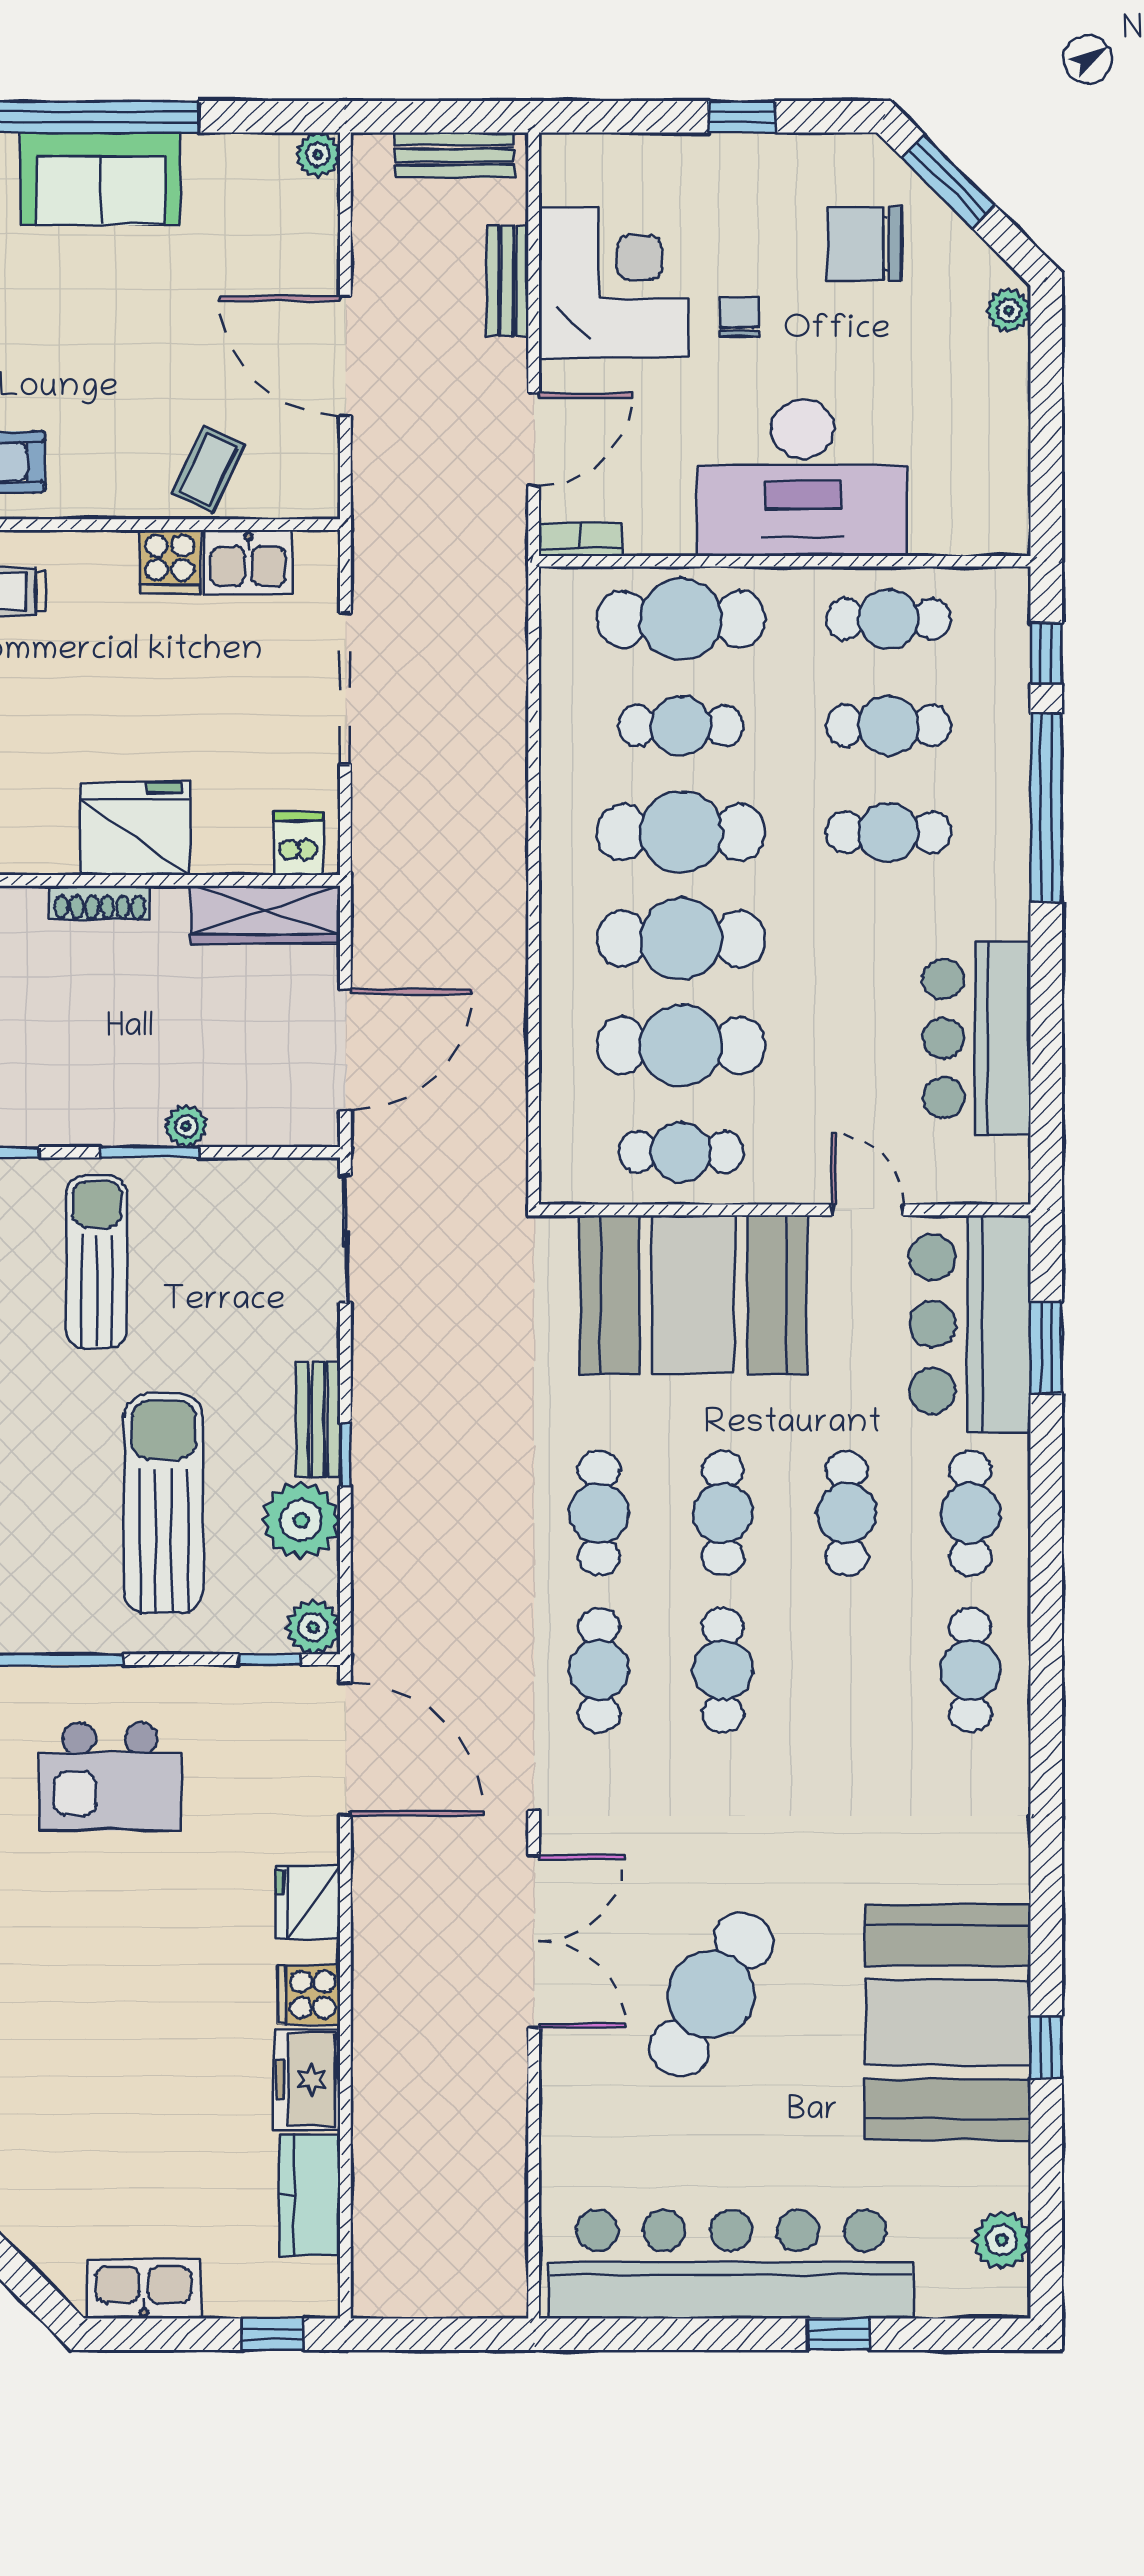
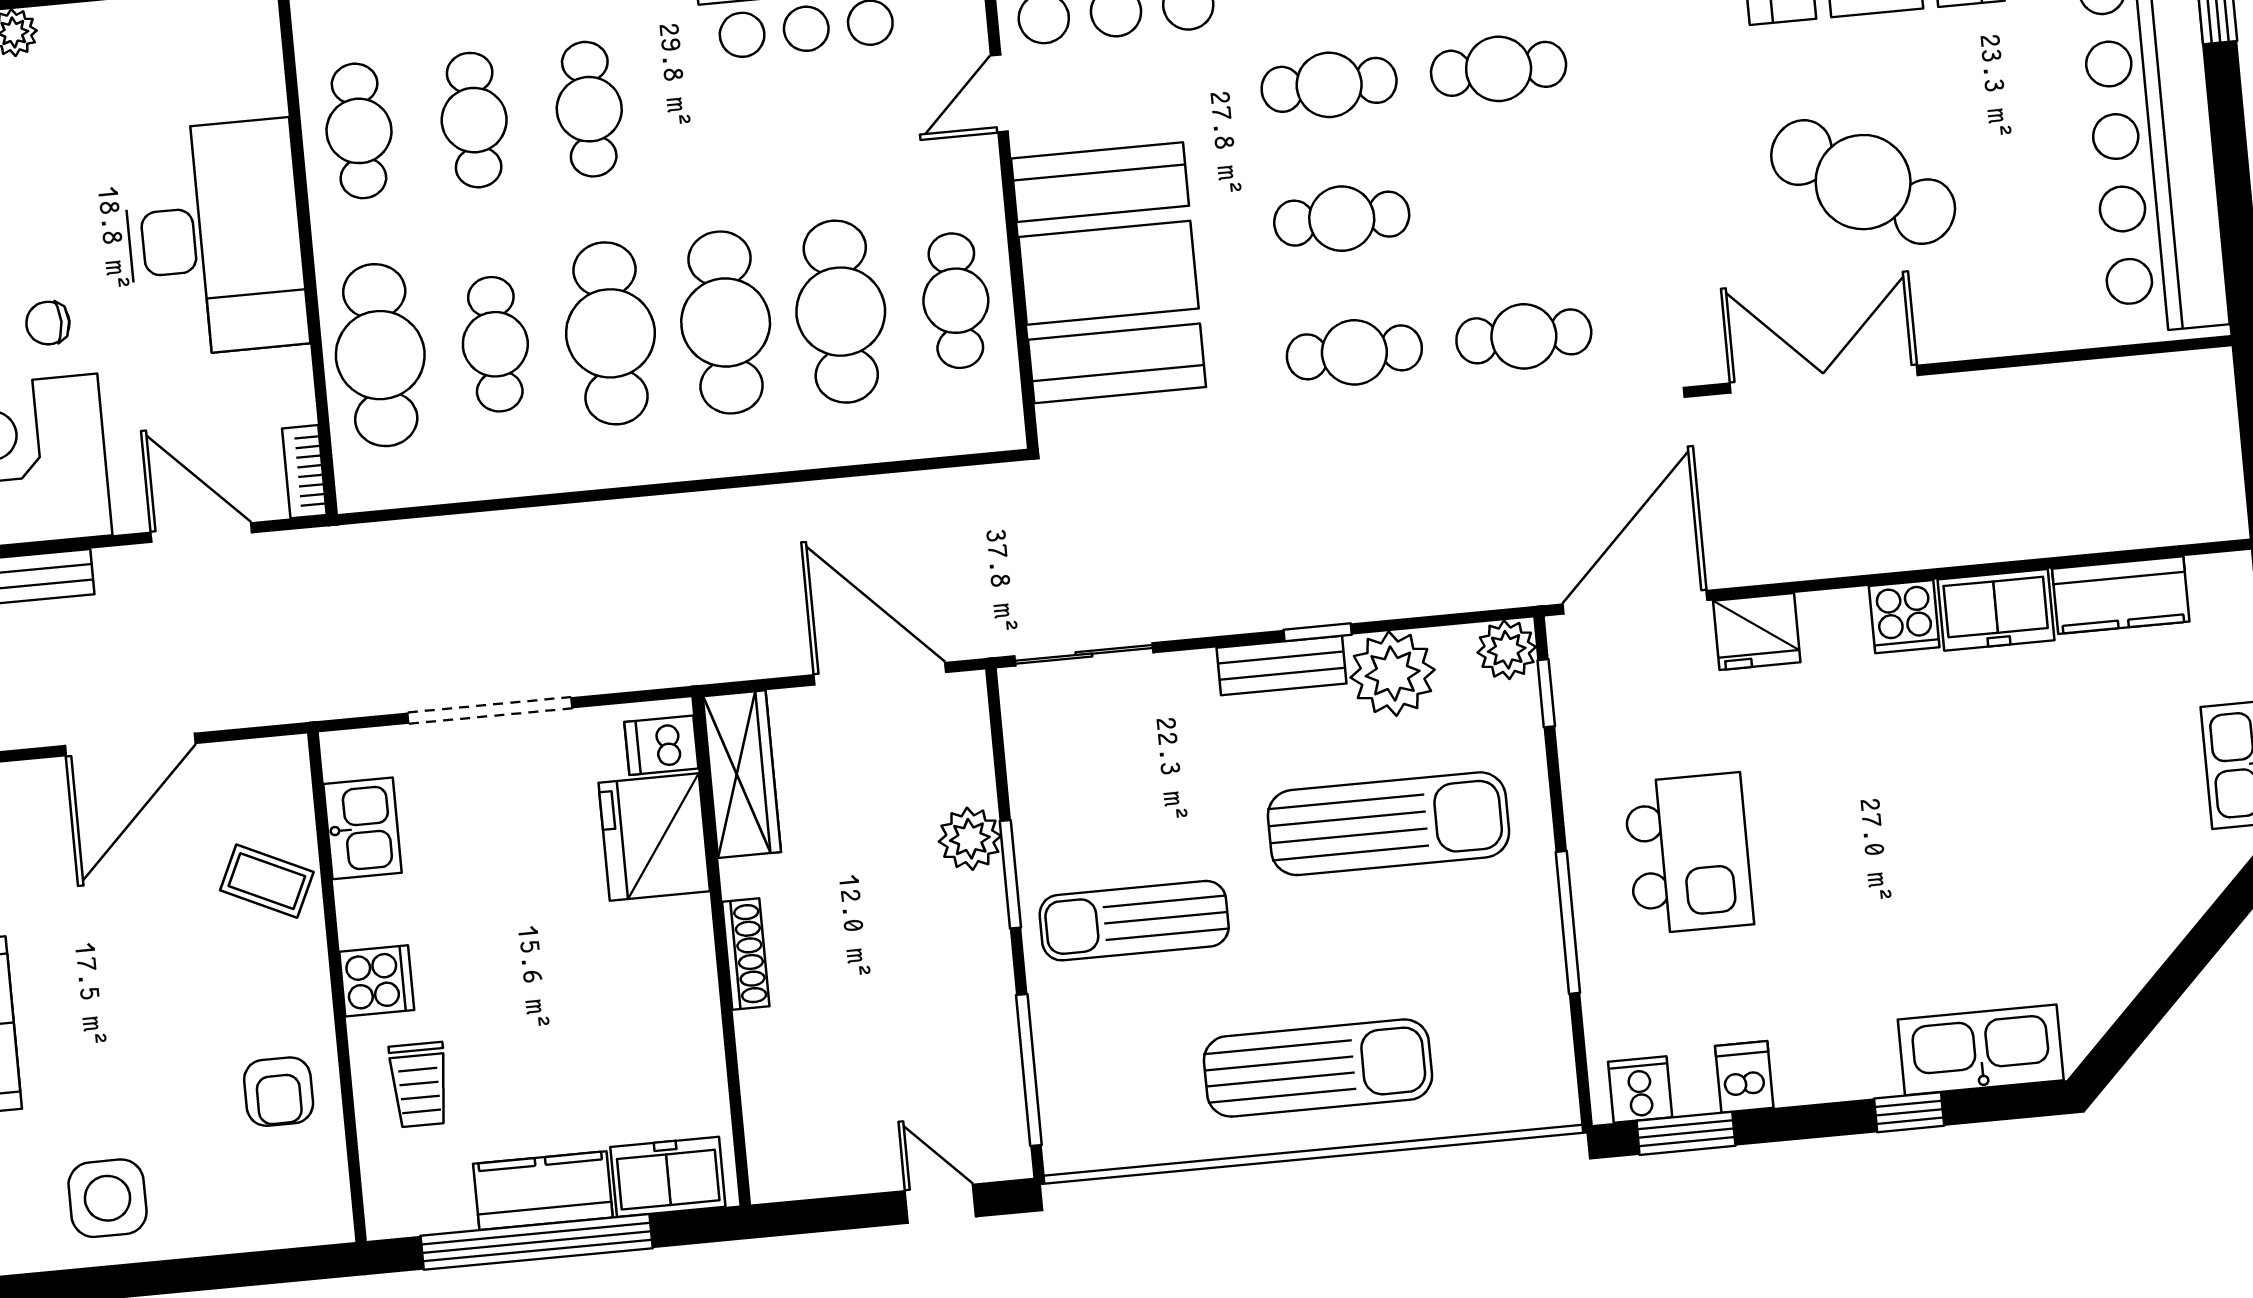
cooker: (170, 562) -> (377, 981), moved
fridge: (135, 829) -> (654, 837), moved
plant: (186, 1126) -> (970, 839), width x1.38, depth x1.38
sun lounger: (164, 1504) -> (1389, 824), turned 180
cafe table: (723, 1670) -> (1499, 69), moved
fridge: (308, 1902) -> (1757, 632), moved

